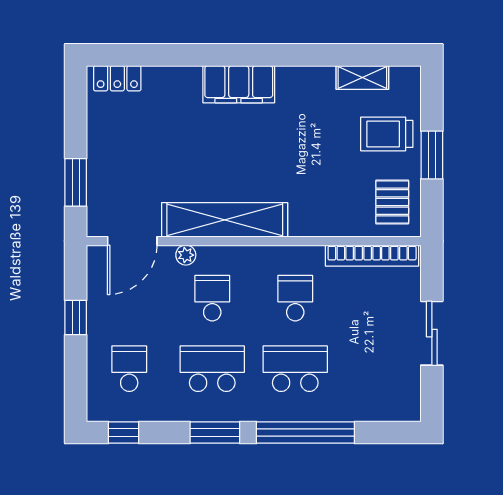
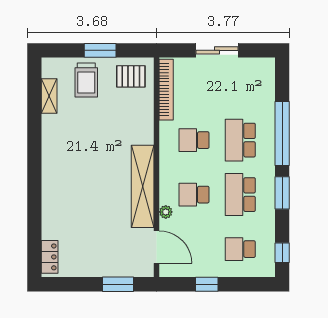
filing cabinet: (239, 84) -> (54, 177), removed

